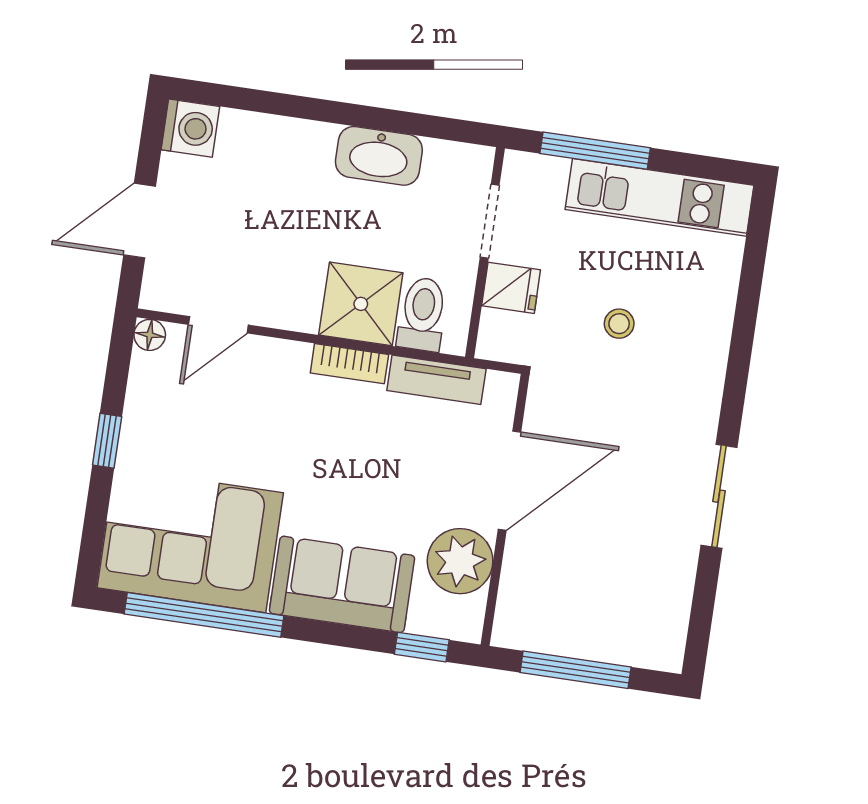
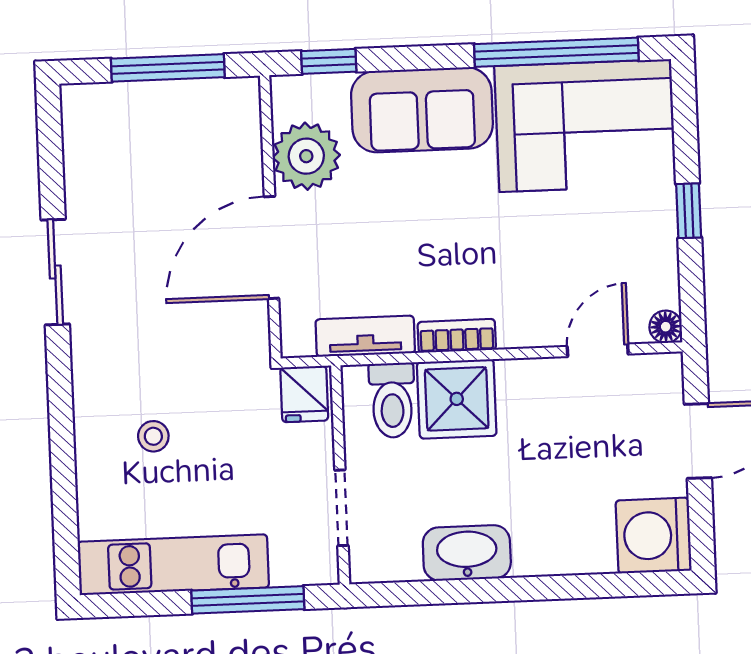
washing machine: (190, 128) -> (654, 536), width x1.37, depth x1.37
fridge: (511, 288) -> (304, 394), moved, turned -90
stool: (619, 324) -> (153, 436), moved

